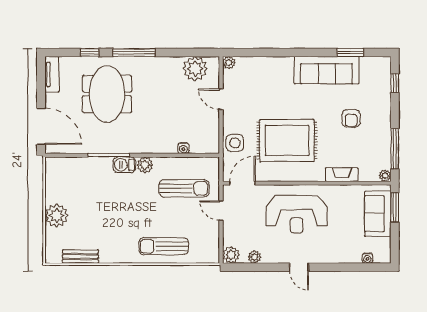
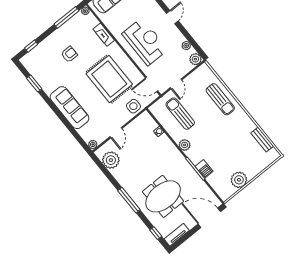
window: (90, 53) -> (156, 233), moved
sofa: (327, 70) -> (69, 108), moved
door: (41, 126) -> (209, 218), hinge flipped
barbecue: (124, 165) -> (204, 169), moved
plant: (57, 216) -> (239, 180), moved

